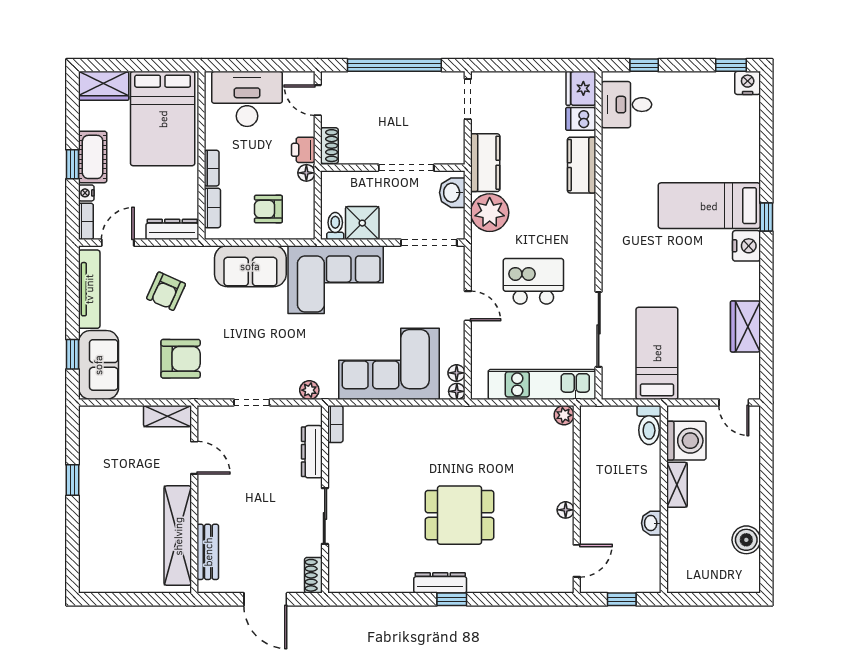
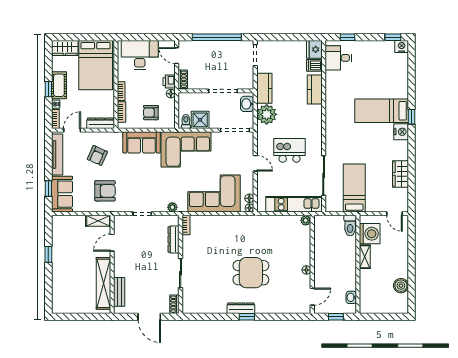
door: (194, 458) -> (112, 243), swing flipped
washbasin: (651, 523) -> (351, 297), moved

